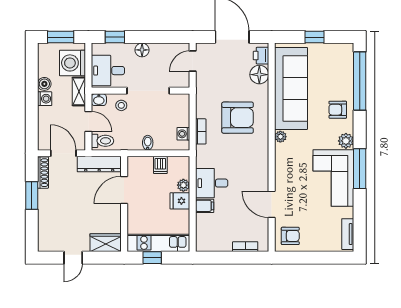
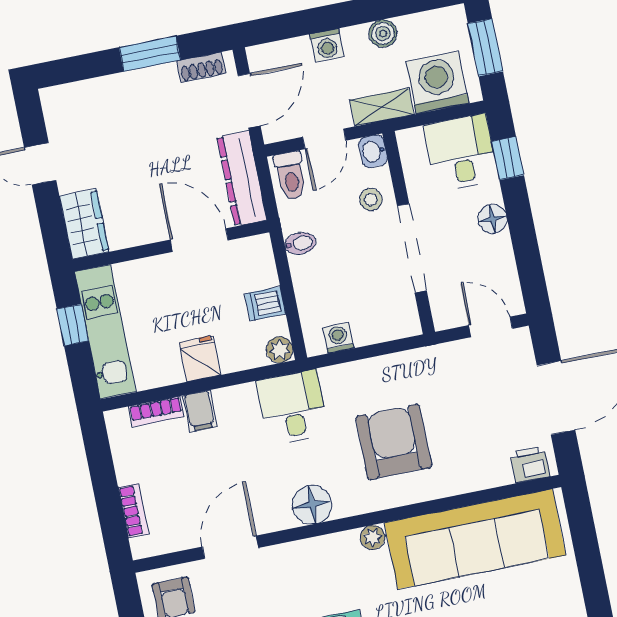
window: (314, 37) -> (590, 566), removed
desk: (108, 71) -> (461, 153), moved
floor lamp: (259, 75) -> (312, 505), moved
washing machine: (45, 99) -> (327, 45), moved
armchair: (238, 118) -> (394, 442), turned 180
bookcase: (201, 131) -> (156, 411), moved
bidet: (148, 143) -> (300, 243), moved
shoe rack: (43, 173) -> (201, 67), width x0.70
desk: (212, 183) -> (292, 407), moved
plant: (183, 185) -> (280, 350), moved

